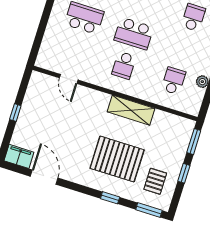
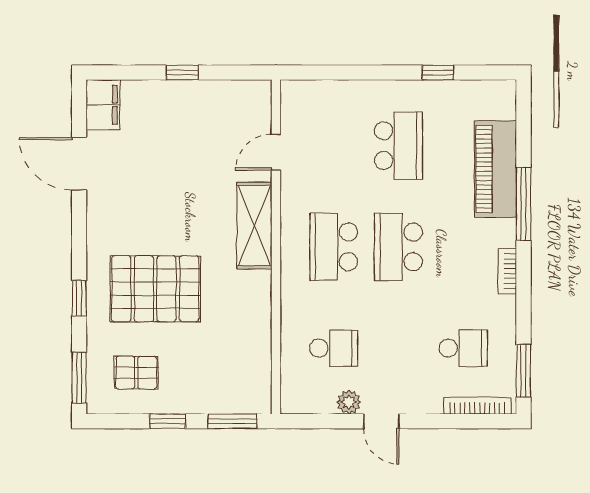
school desk: (124, 65) -> (334, 247), width x1.85
shelving: (131, 110) -> (254, 226), moved
pallet: (117, 159) -> (155, 289), turned 90
door: (44, 177) -> (79, 164), swing flipped

